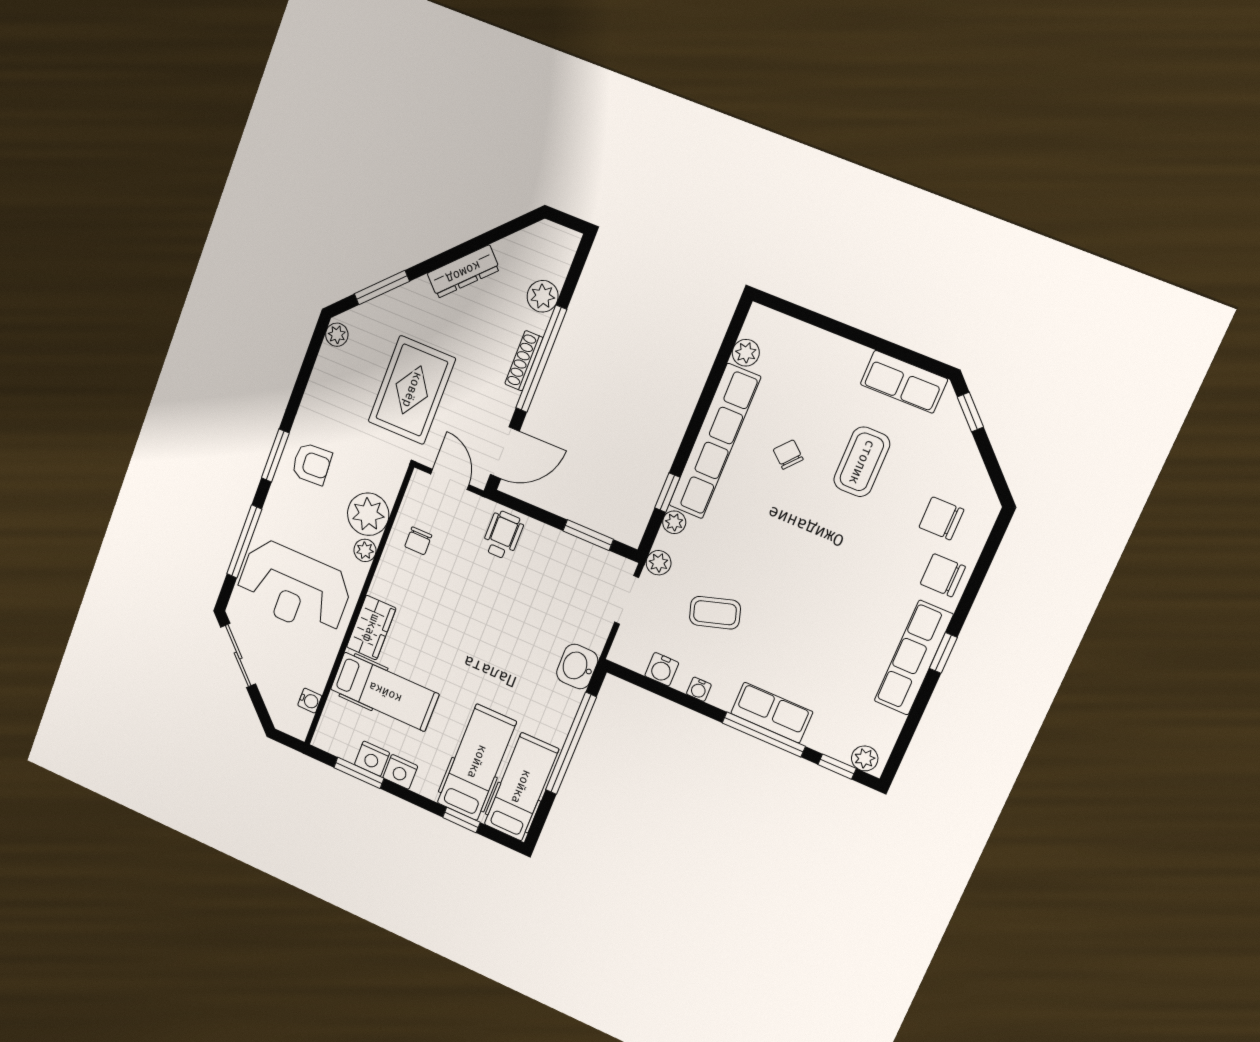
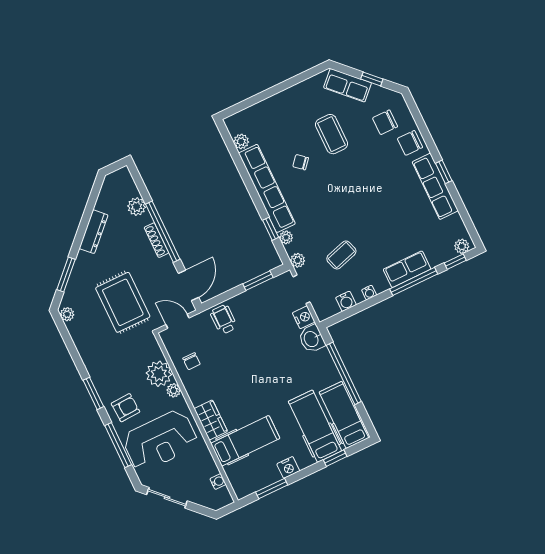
row of seats: (904, 382) -> (348, 85), moved, turned 45
window: (970, 412) -> (372, 79), moved
armchair: (312, 464) -> (125, 408), moved
nightstand: (372, 759) -> (304, 317), moved, turned -90

